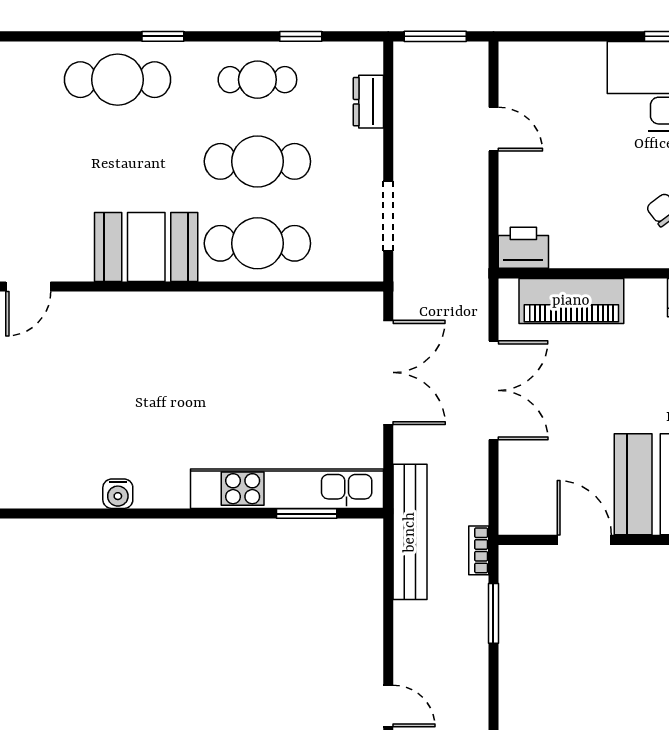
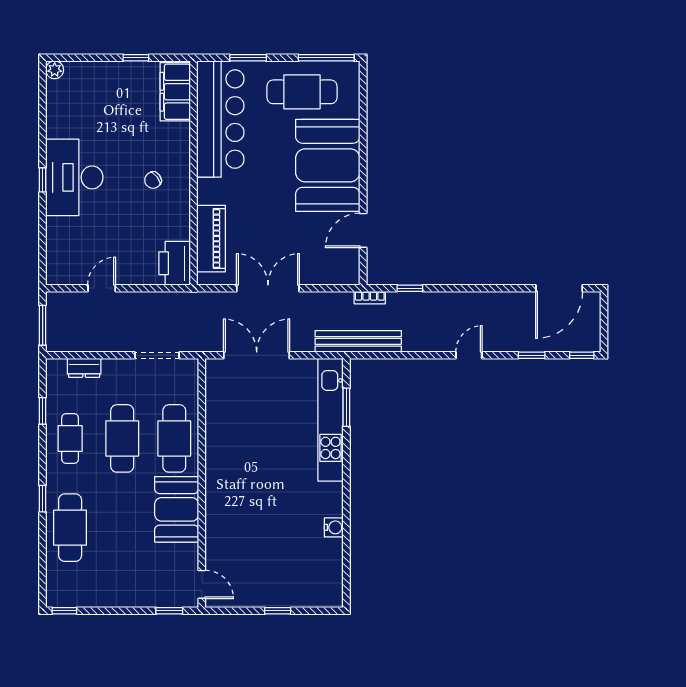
printer: (523, 248) -> (175, 263), width x1.37, depth x1.19
window: (493, 613) -> (410, 288), width x0.67

